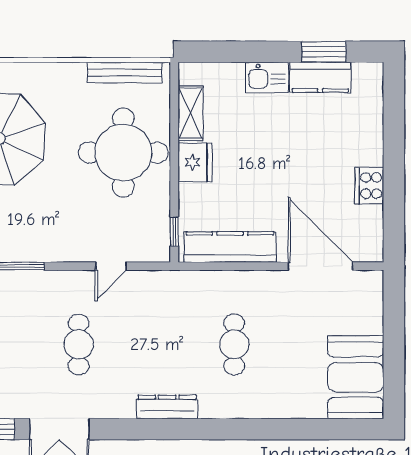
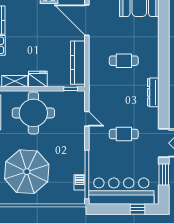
door: (320, 266) -> (87, 20), hinge flipped

